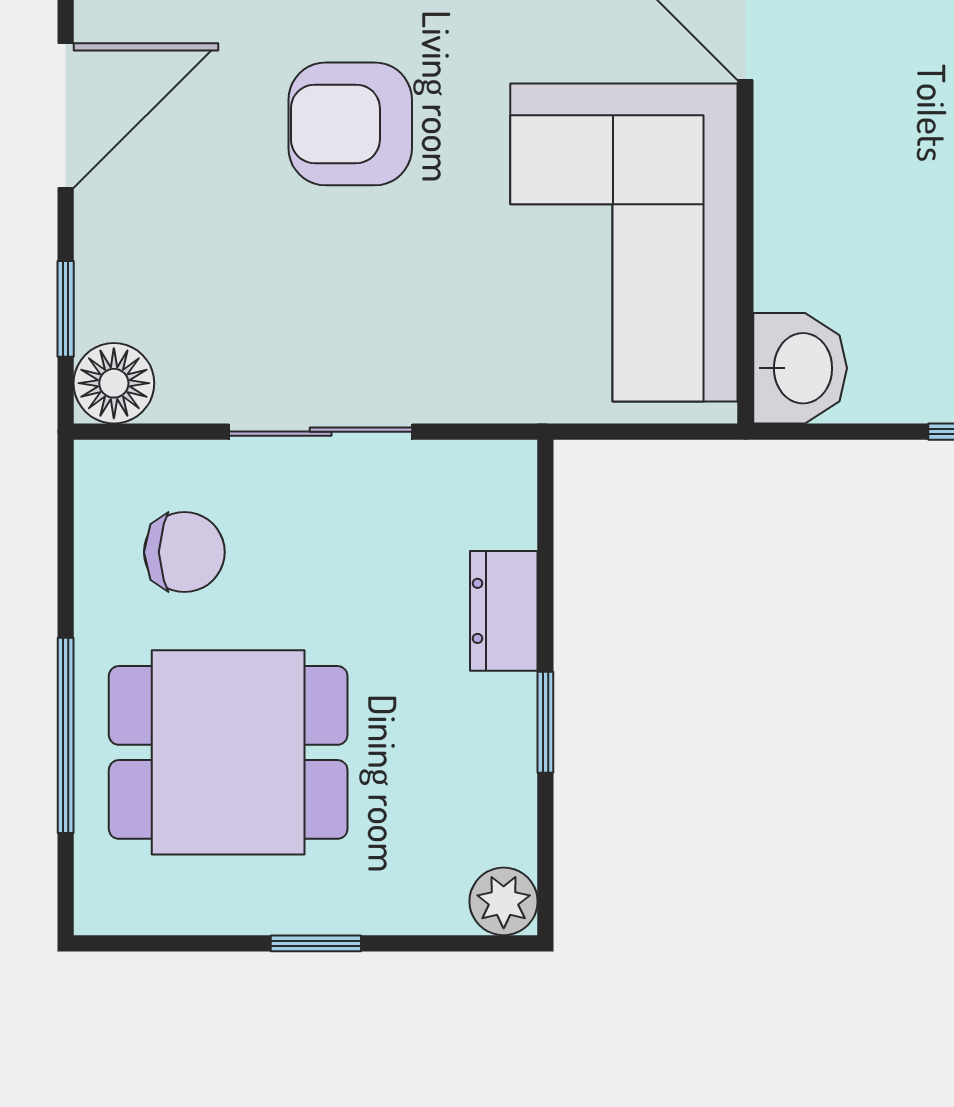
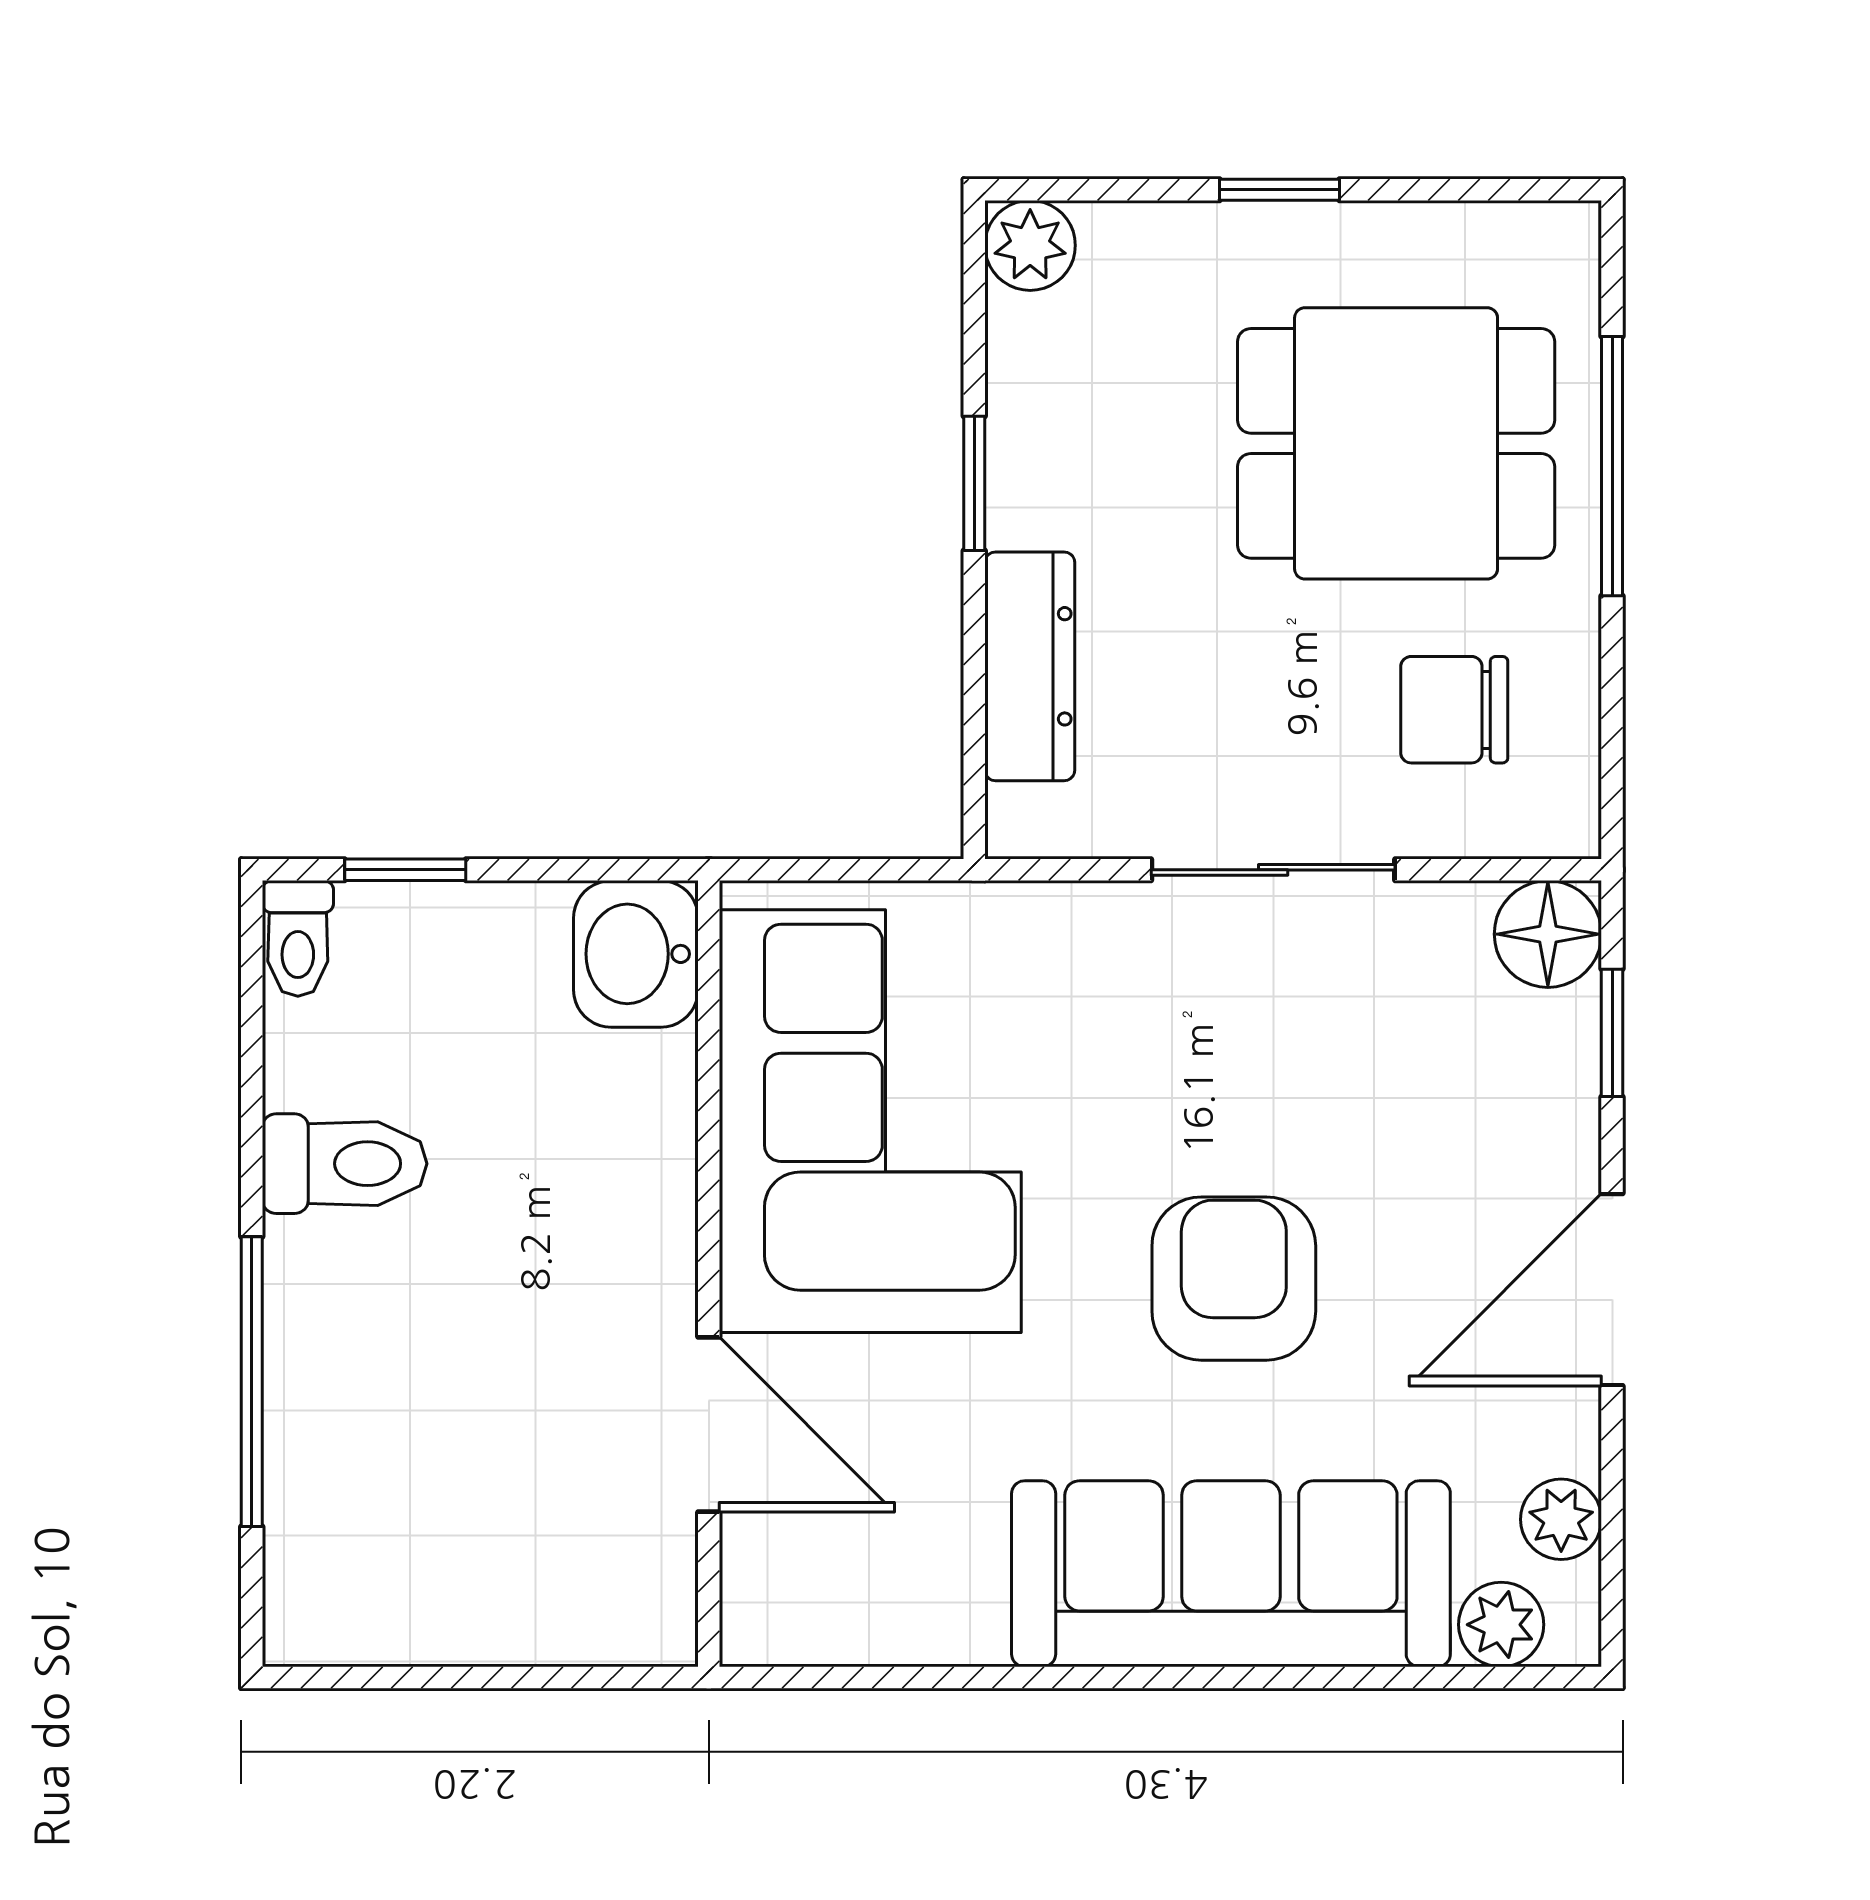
armchair: (350, 124) -> (1234, 1279), turned -90
dresser: (504, 611) -> (1030, 666), width x1.44

